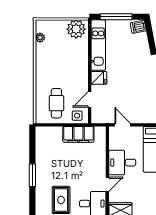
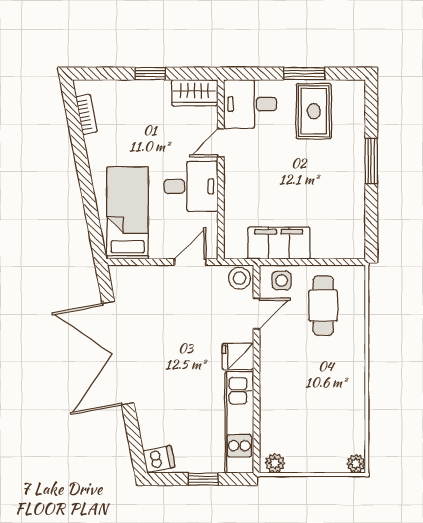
window: (116, 17) -> (203, 479), width x0.46
plant: (76, 29) -> (275, 463), width x0.53, depth x0.53
plant: (40, 38) -> (356, 464), moved
stool: (98, 117) -> (240, 278), added
door: (123, 125) -> (190, 262), swing flipped

